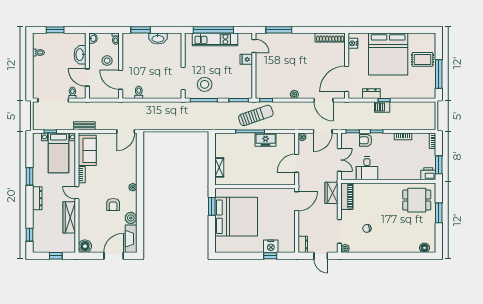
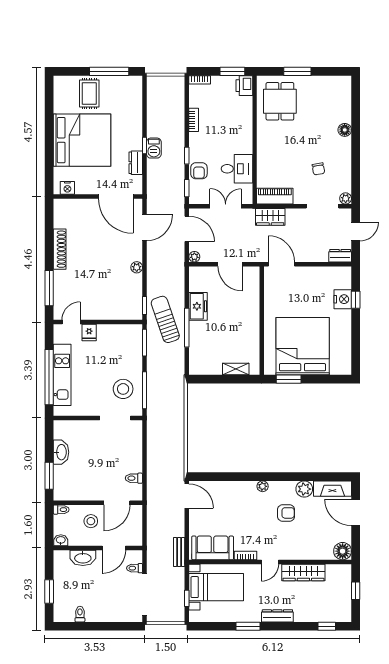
shoe rack: (330, 38) -> (60, 249), moved
floor lamp: (424, 248) -> (345, 130), moved

